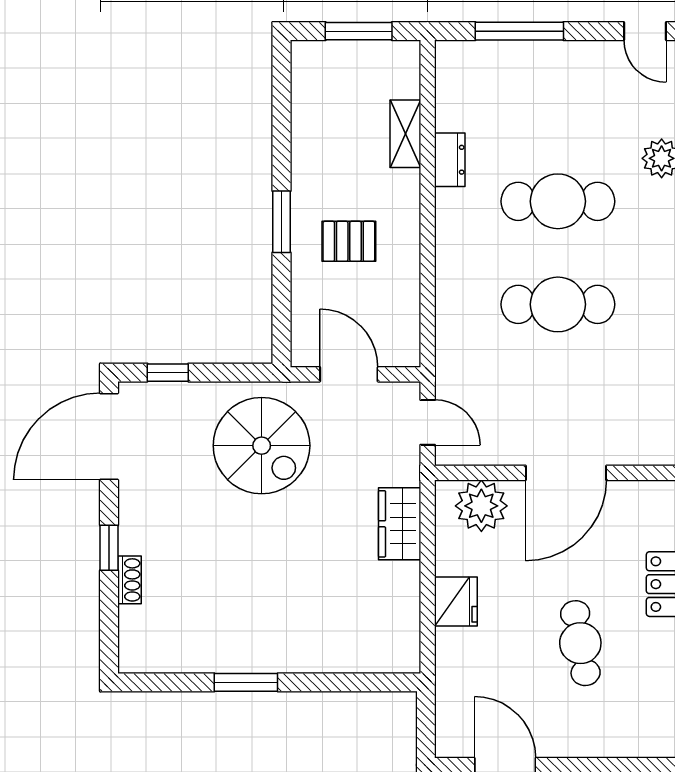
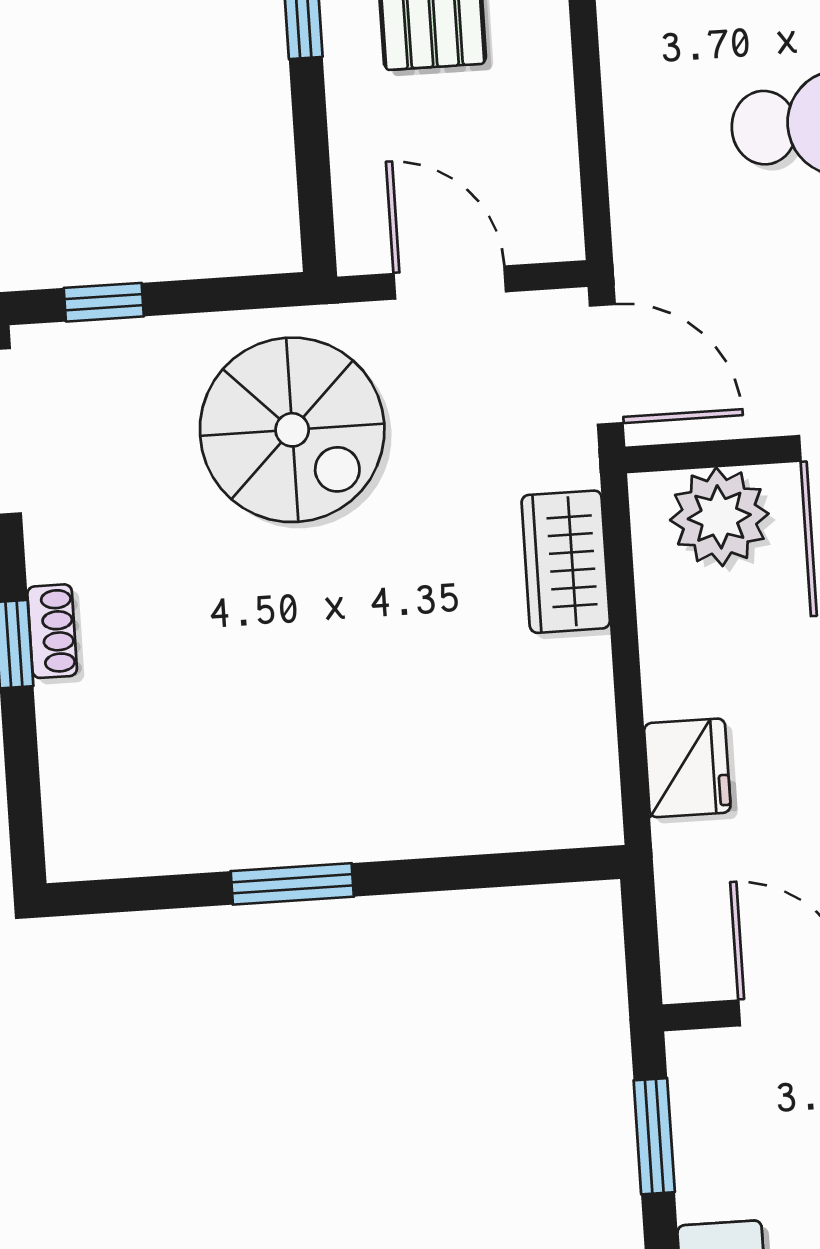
door: (428, 422) -> (606, 364), width x1.38
shoe rack: (129, 580) -> (52, 631), moved
fridge: (456, 602) -> (687, 768), moved

